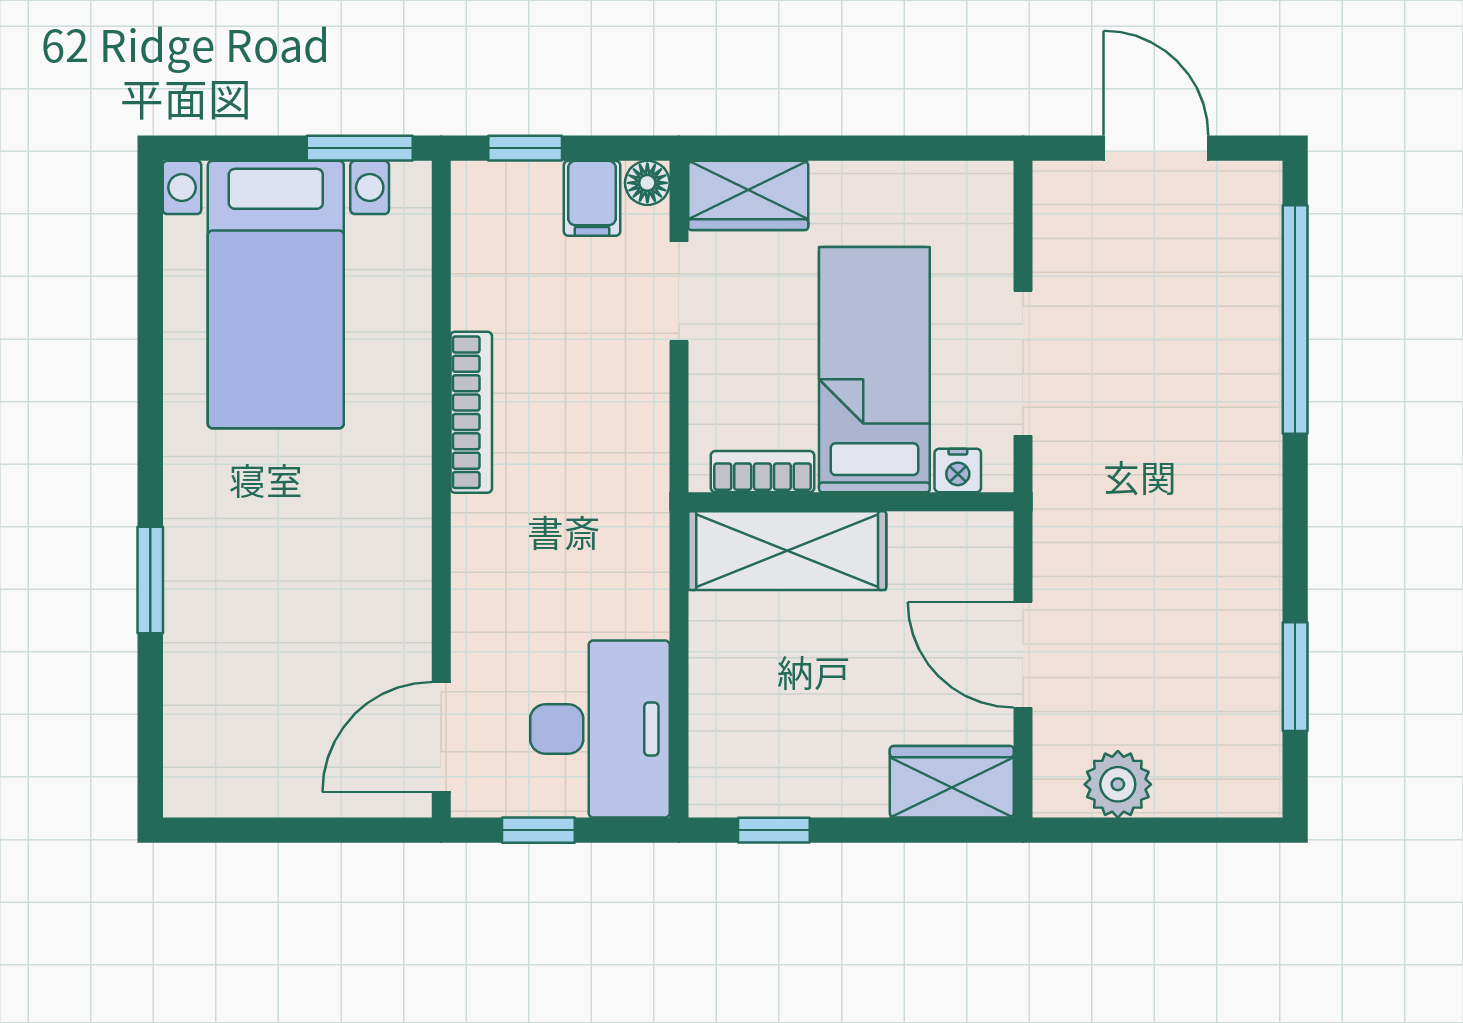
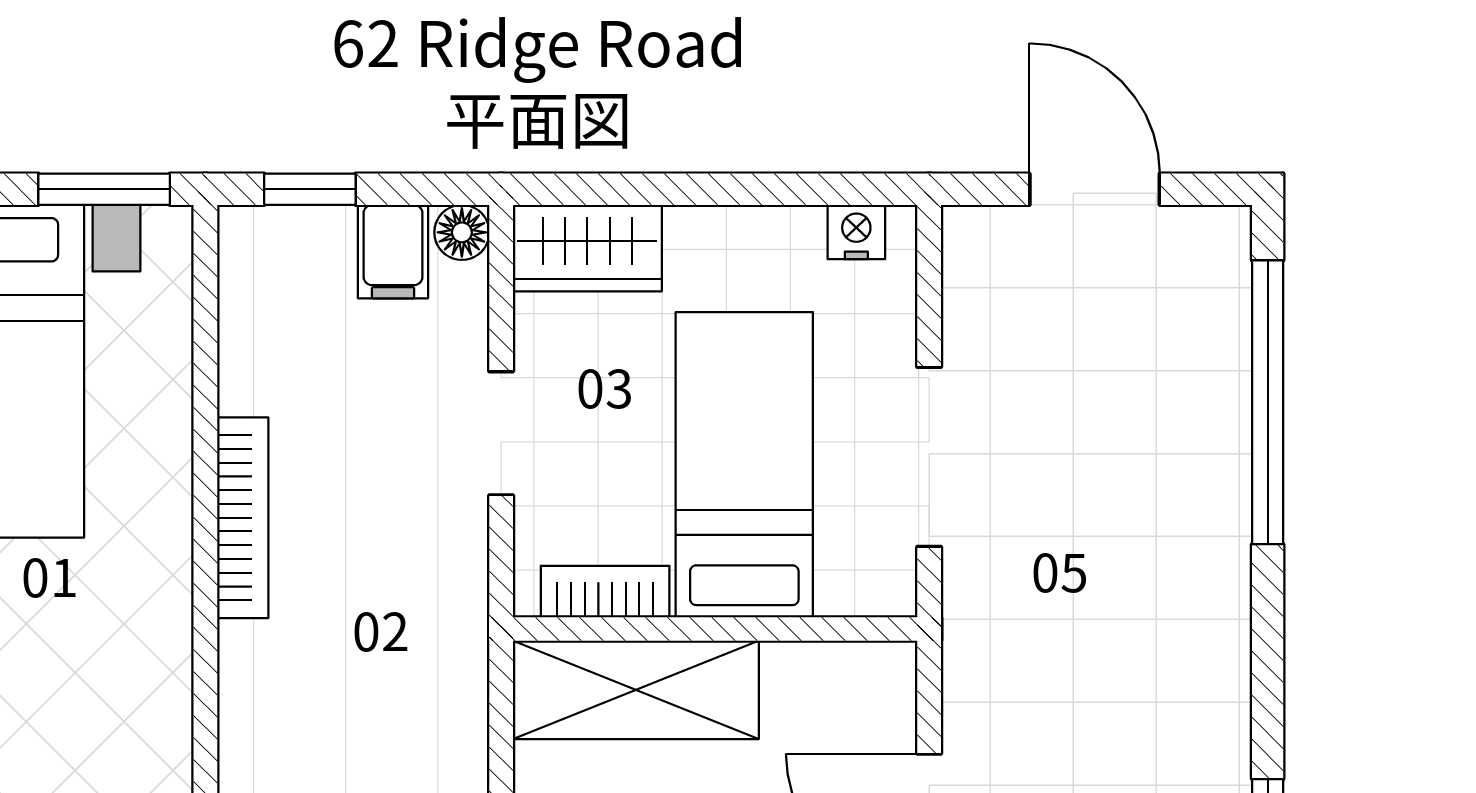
doorway: (679, 291) -> (501, 433), moved
nightstand: (958, 470) -> (856, 232), moved, turned 180

